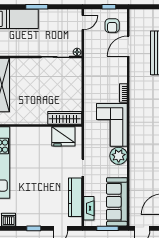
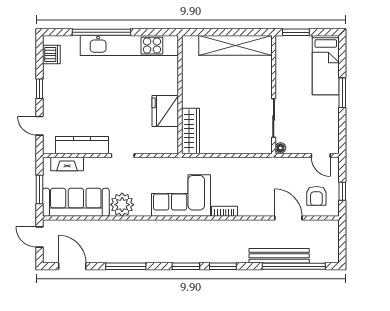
armchair: (112, 26) -> (316, 196), turned -90
fridge: (63, 136) -> (165, 111), moved
plant: (119, 156) -> (122, 205), moved

